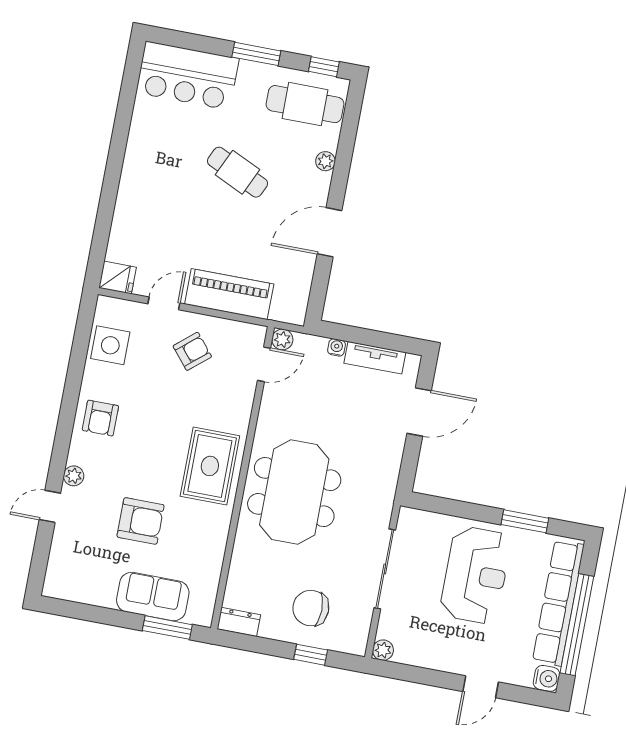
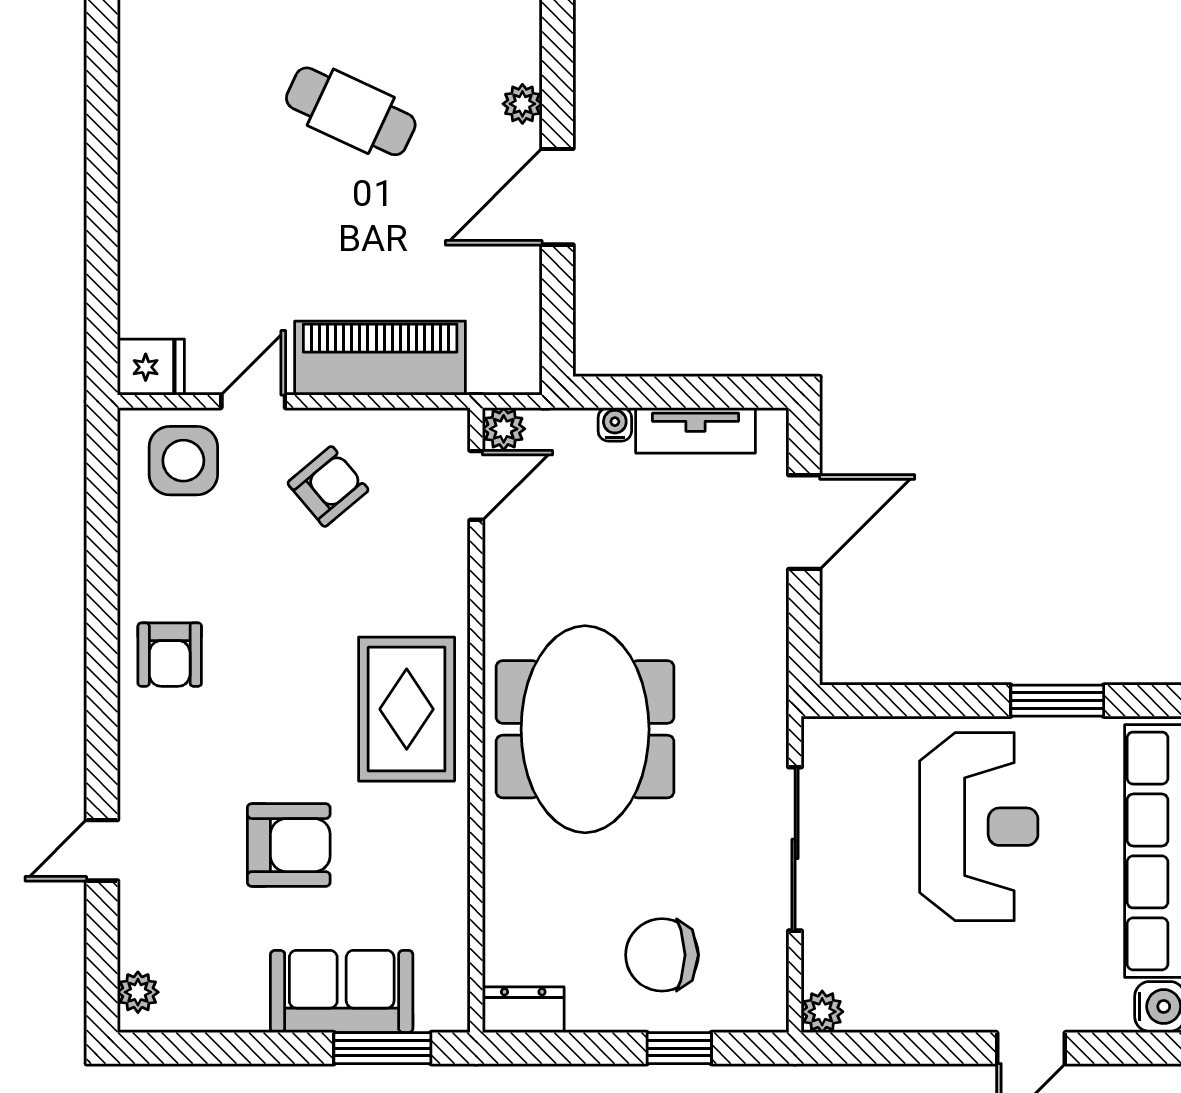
plant: (325, 161) -> (522, 104), moved
side table: (110, 345) -> (183, 461), moved
plant: (74, 476) -> (138, 992), moved

